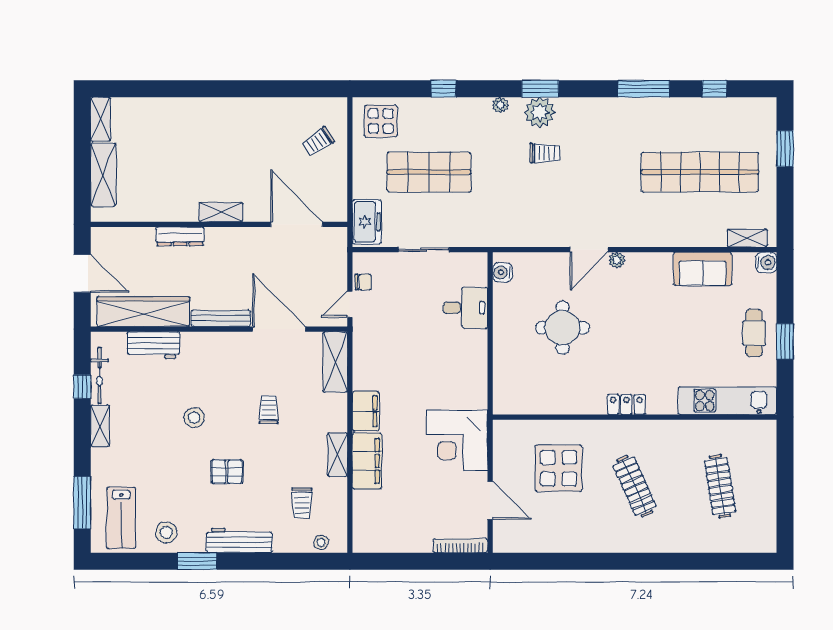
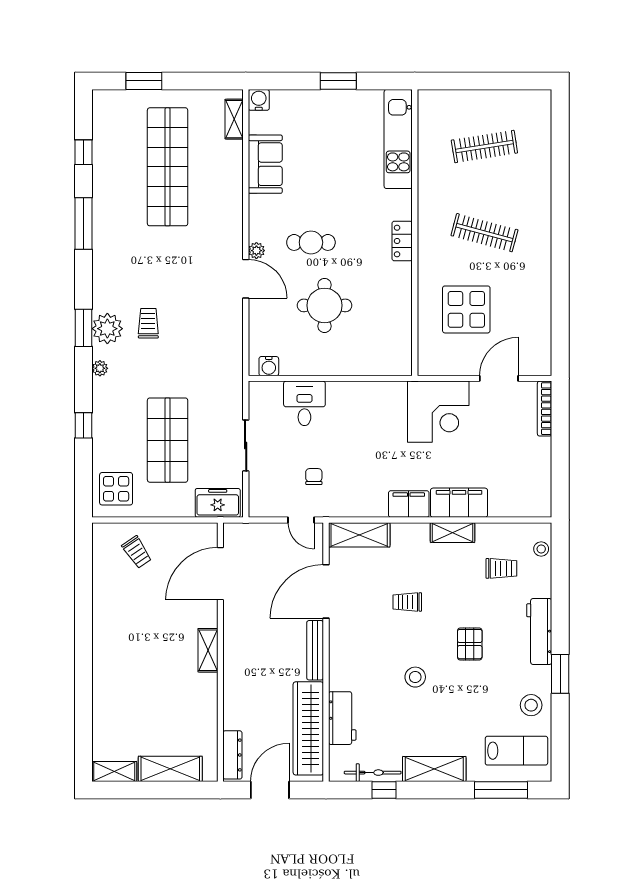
dresser: (180, 236) -> (232, 755), moved
chair: (363, 282) -> (314, 477), moved
cafe table: (754, 333) -> (311, 242), moved
shelving: (100, 426) -> (434, 769), width x1.50, depth x1.33
clothes rail: (635, 486) -> (484, 233), turned 39

